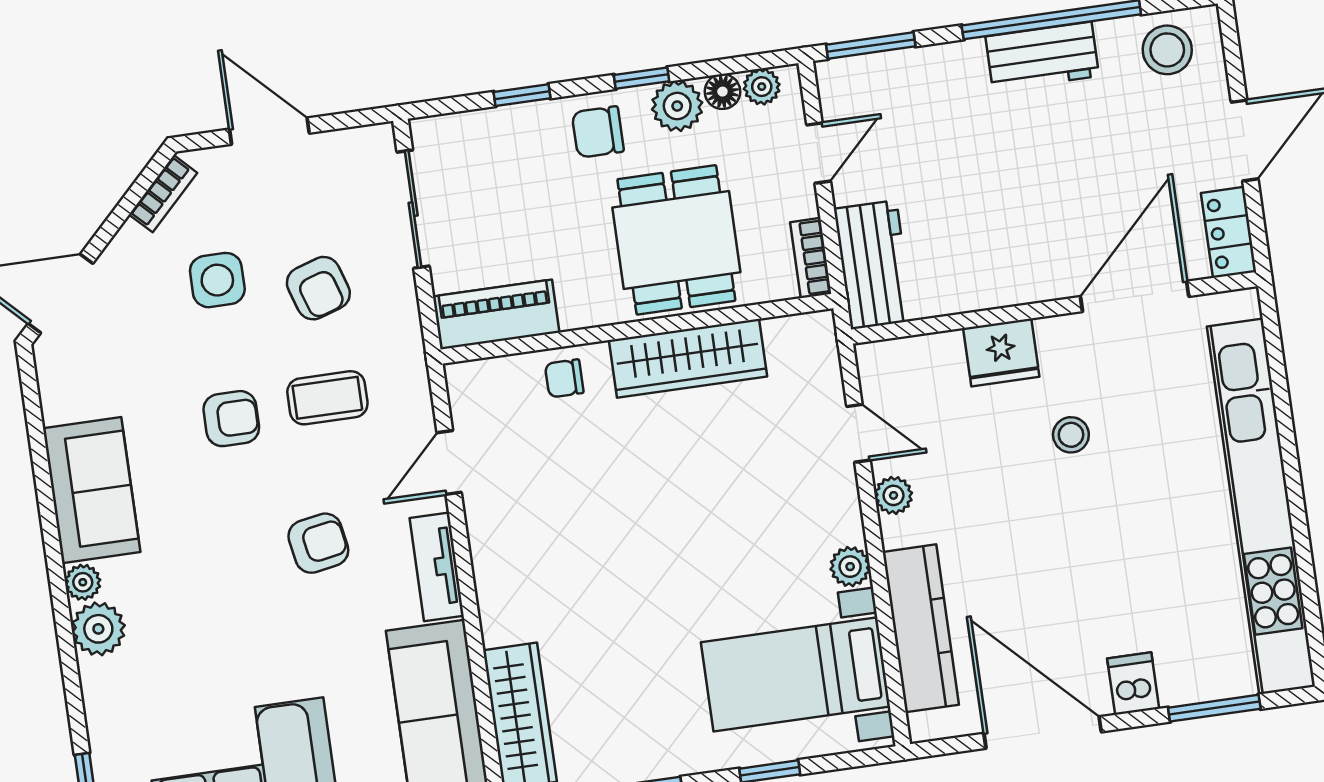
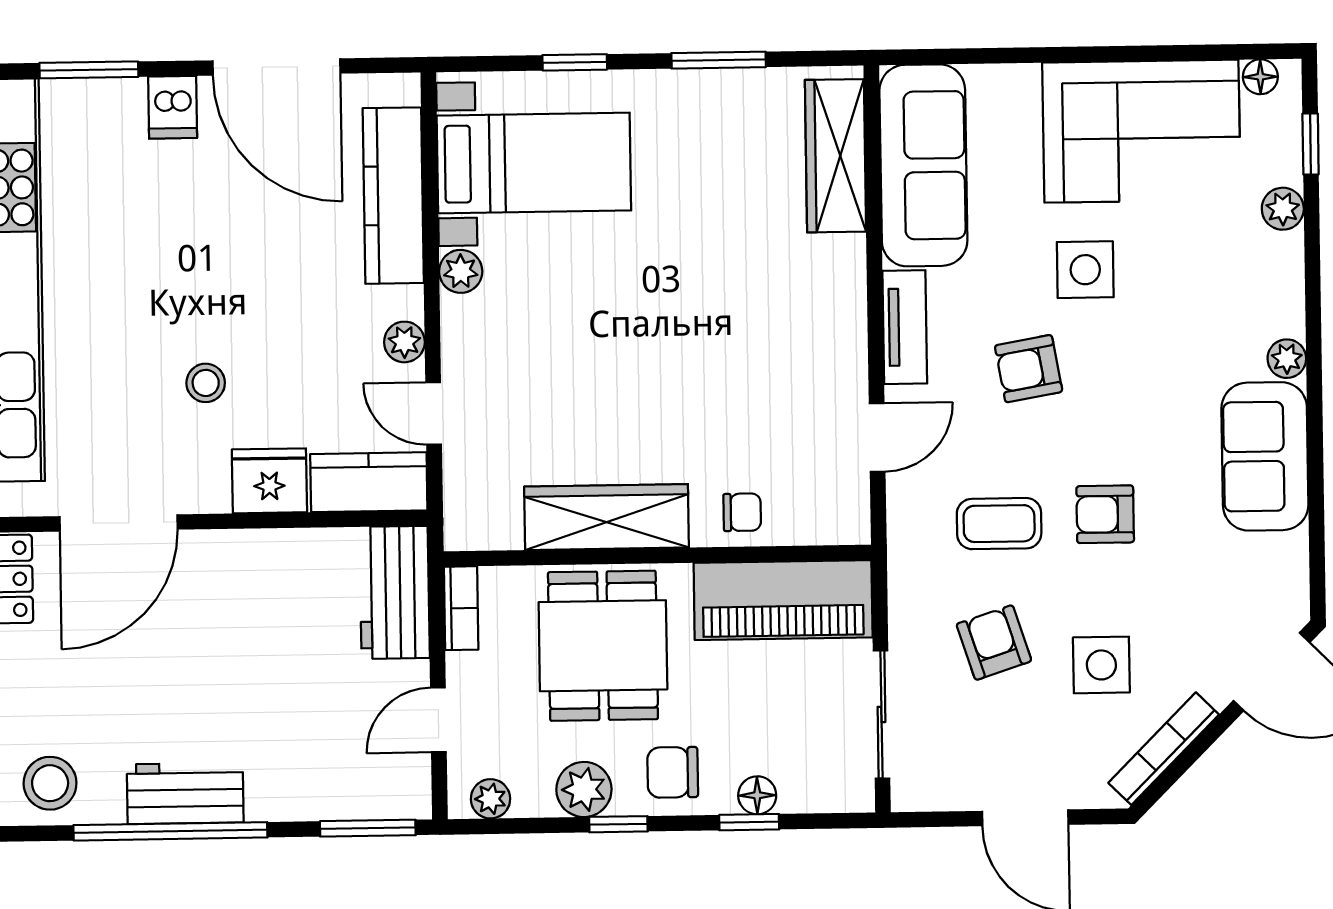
floor lamp: (722, 92) -> (757, 795), moved
chair: (598, 132) -> (673, 772), turned 180
bookcase: (163, 194) -> (1164, 749), width x1.56
piano: (496, 314) -> (783, 600), width x1.37, depth x1.33
kitchen counter: (910, 363) -> (369, 482), added
plant: (98, 629) -> (1283, 209), moved, width x0.73, depth x0.73
side table: (278, 640) -> (1085, 270), added

